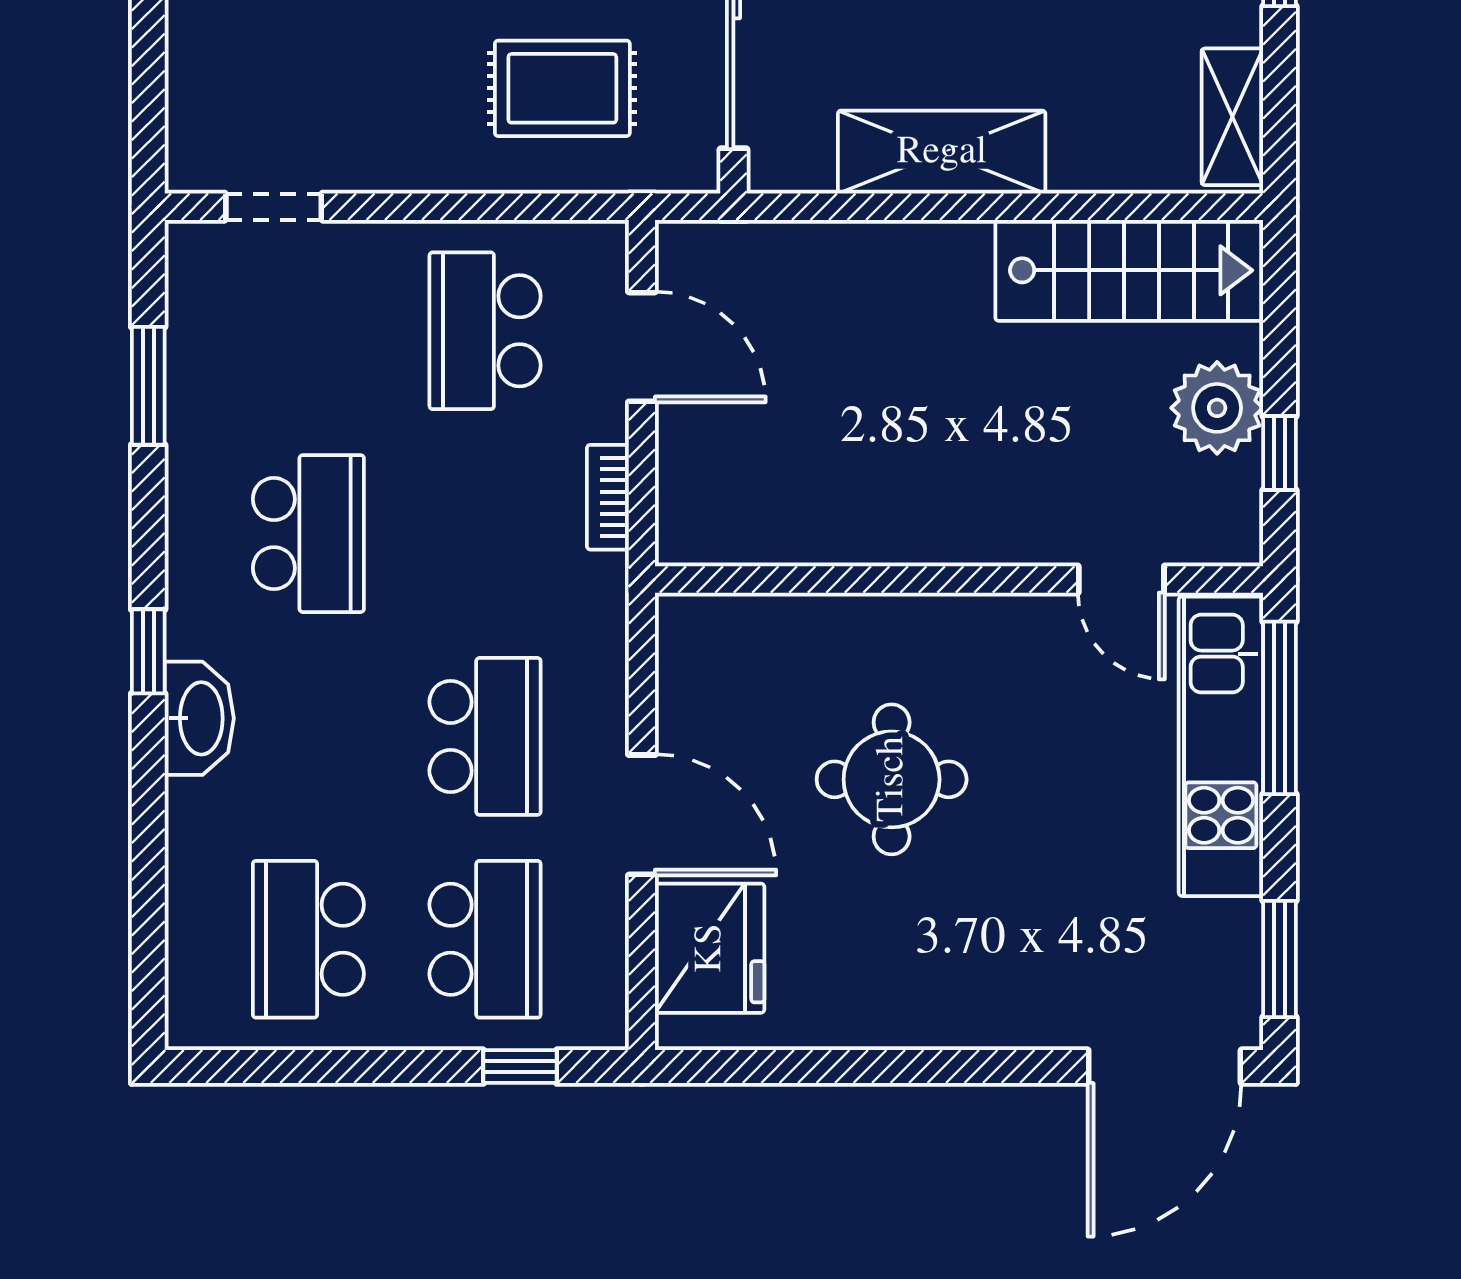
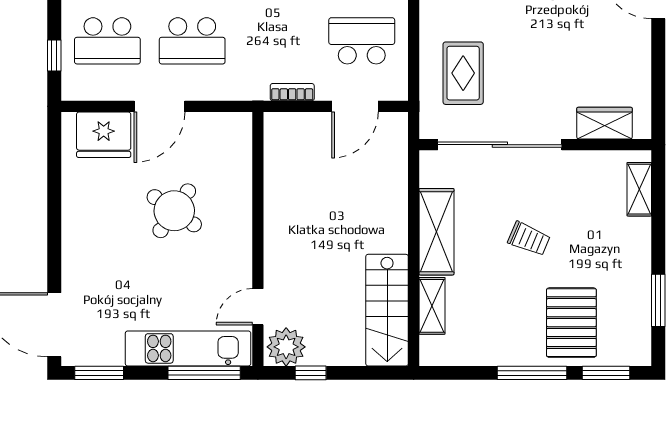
shelving: (1232, 117) -> (432, 306), moved, turned 90
plant: (1217, 408) -> (286, 347), moved
round table: (892, 779) -> (174, 211), turned 35

